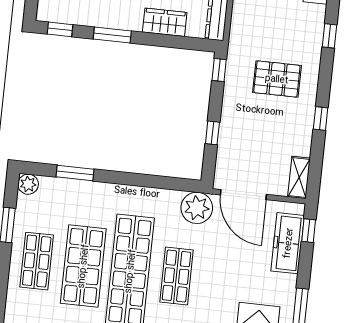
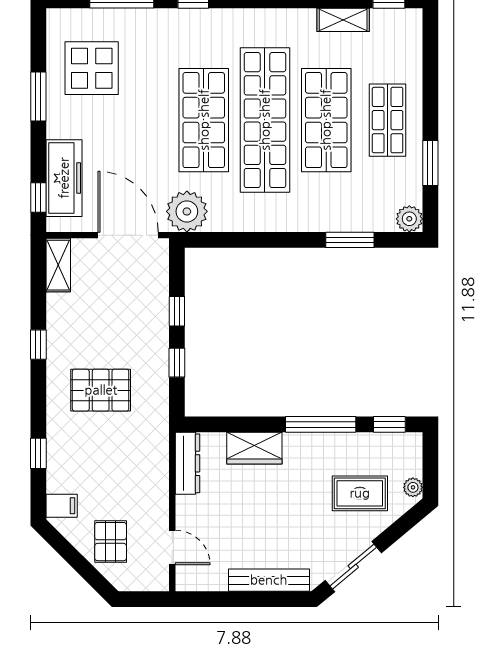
window: (112, 35) -> (321, 424), width x1.44
window: (219, 70) -> (177, 363), moved
shop shelf: (177, 276) -> (204, 120), width x1.43, depth x1.36

